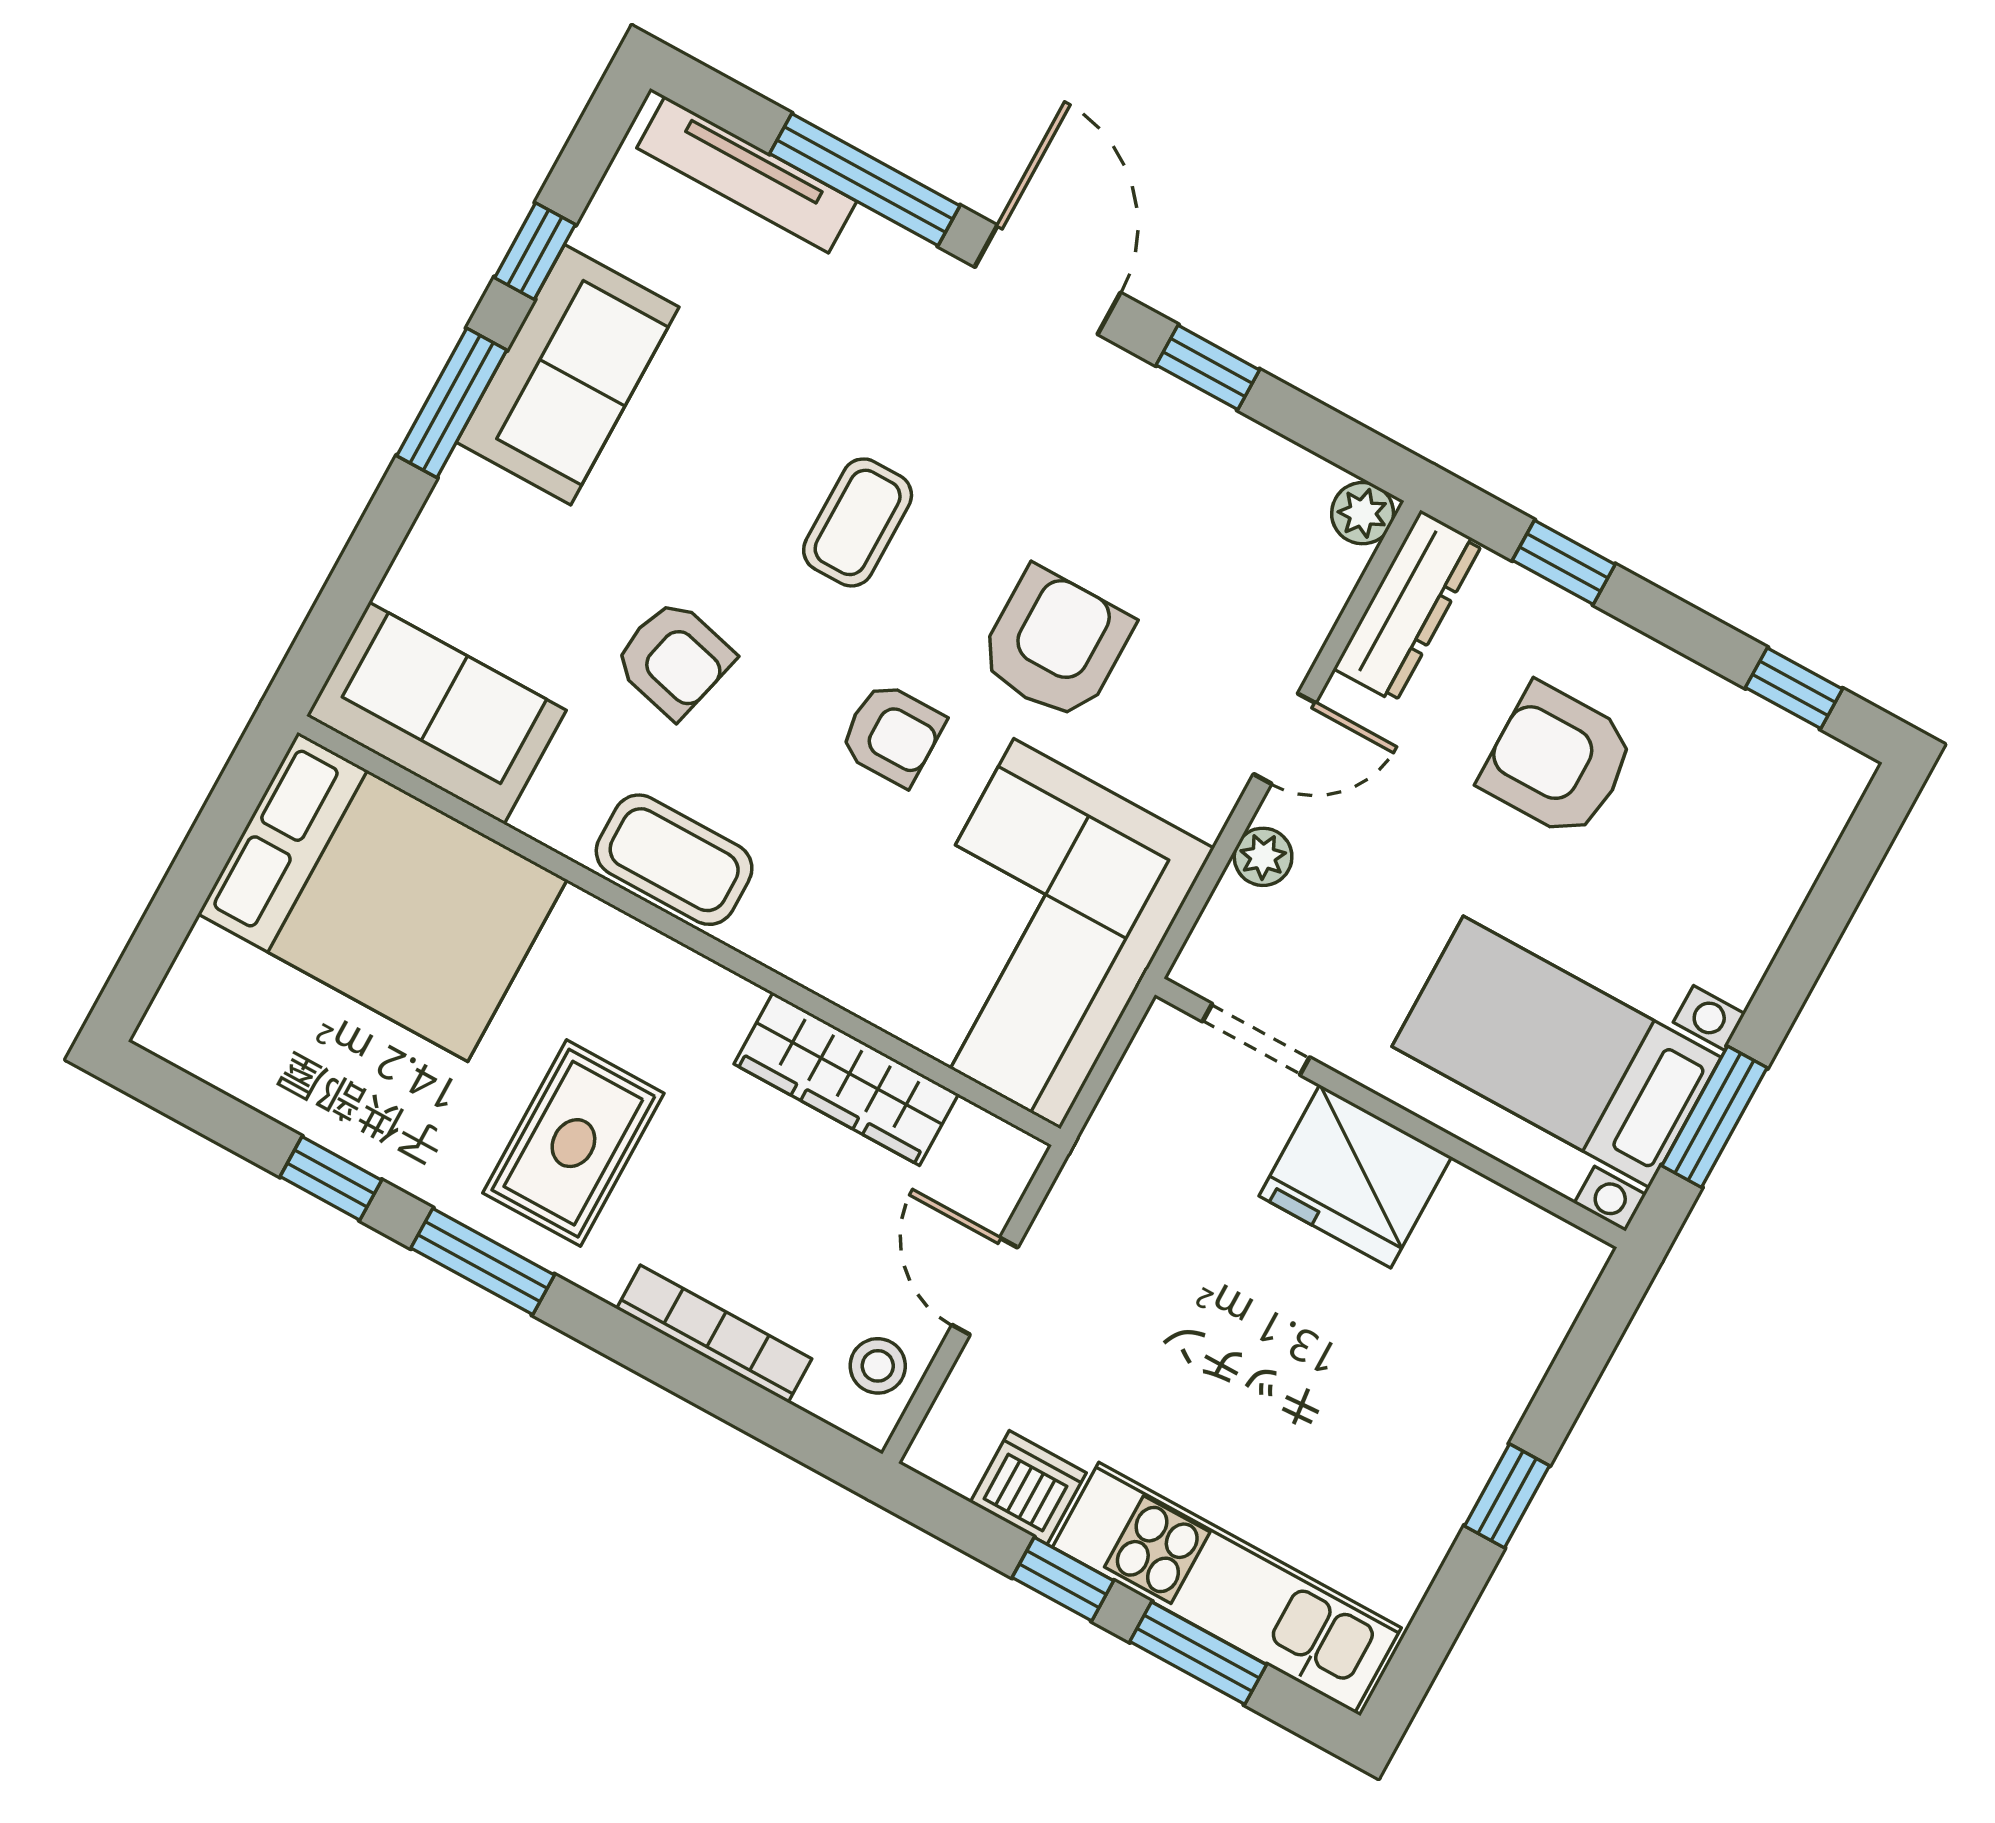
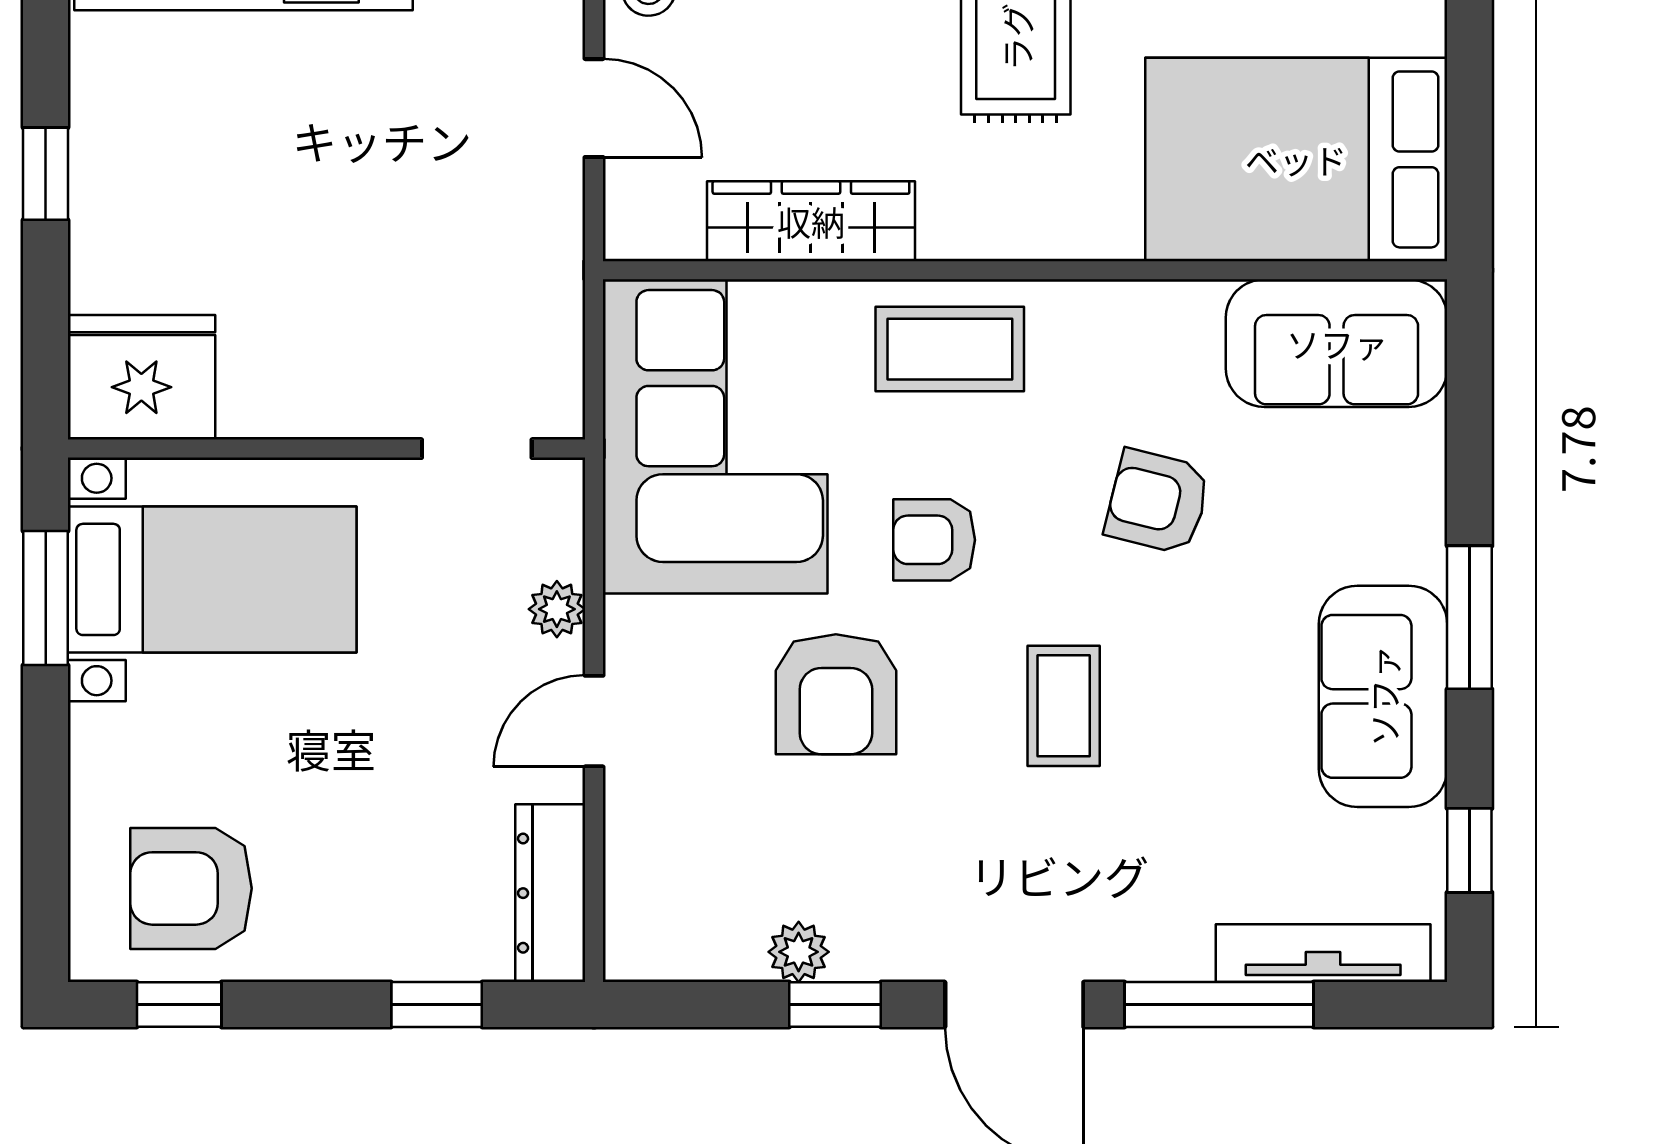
window: (535, 251) -> (1469, 850), moved
plant: (1363, 513) -> (799, 952), moved
armchair: (1558, 761) -> (191, 888), moved, turned 180
coffee table: (674, 860) -> (950, 349), moved
fridge: (1355, 1176) -> (141, 377), moved

